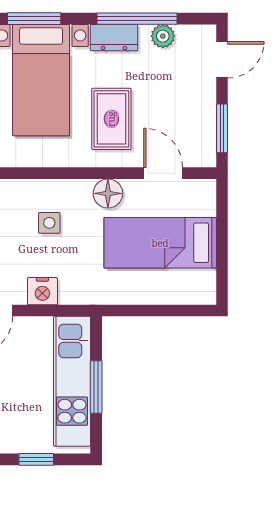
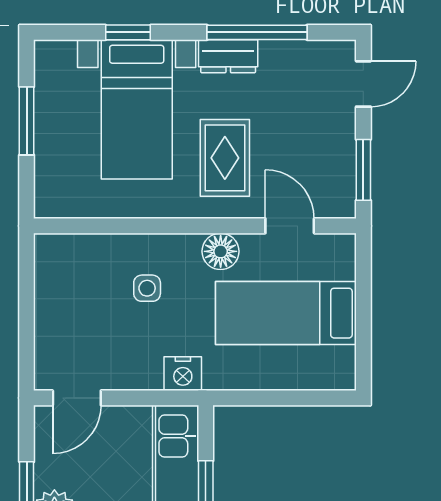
window: (34, 19) -> (128, 32), width x0.67
plant: (163, 36) -> (289, 54), removed
nightstand: (42, 291) -> (183, 374), moved

